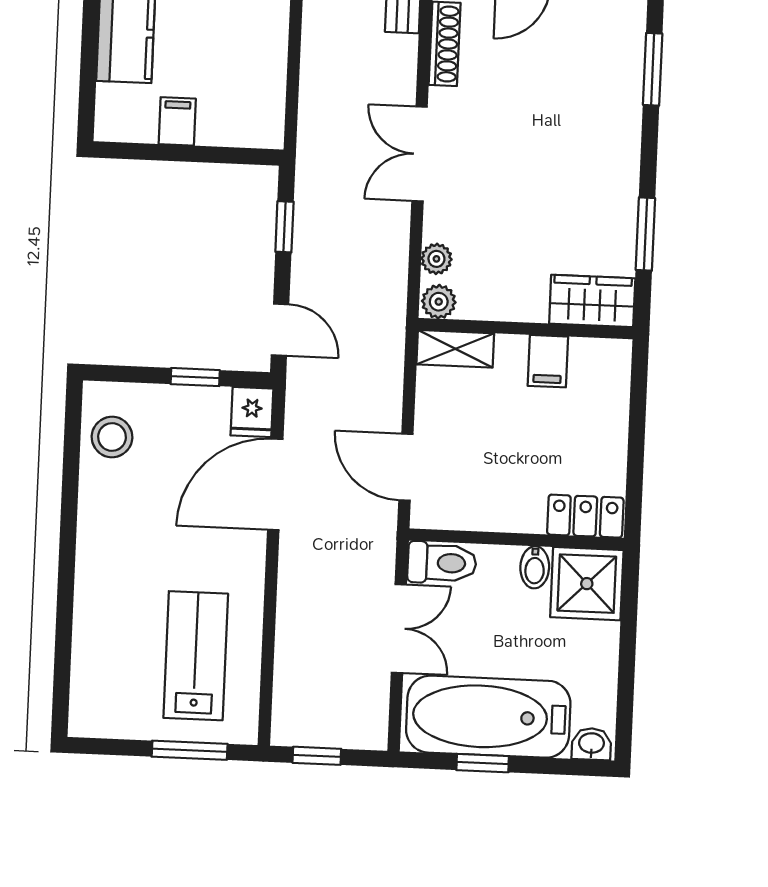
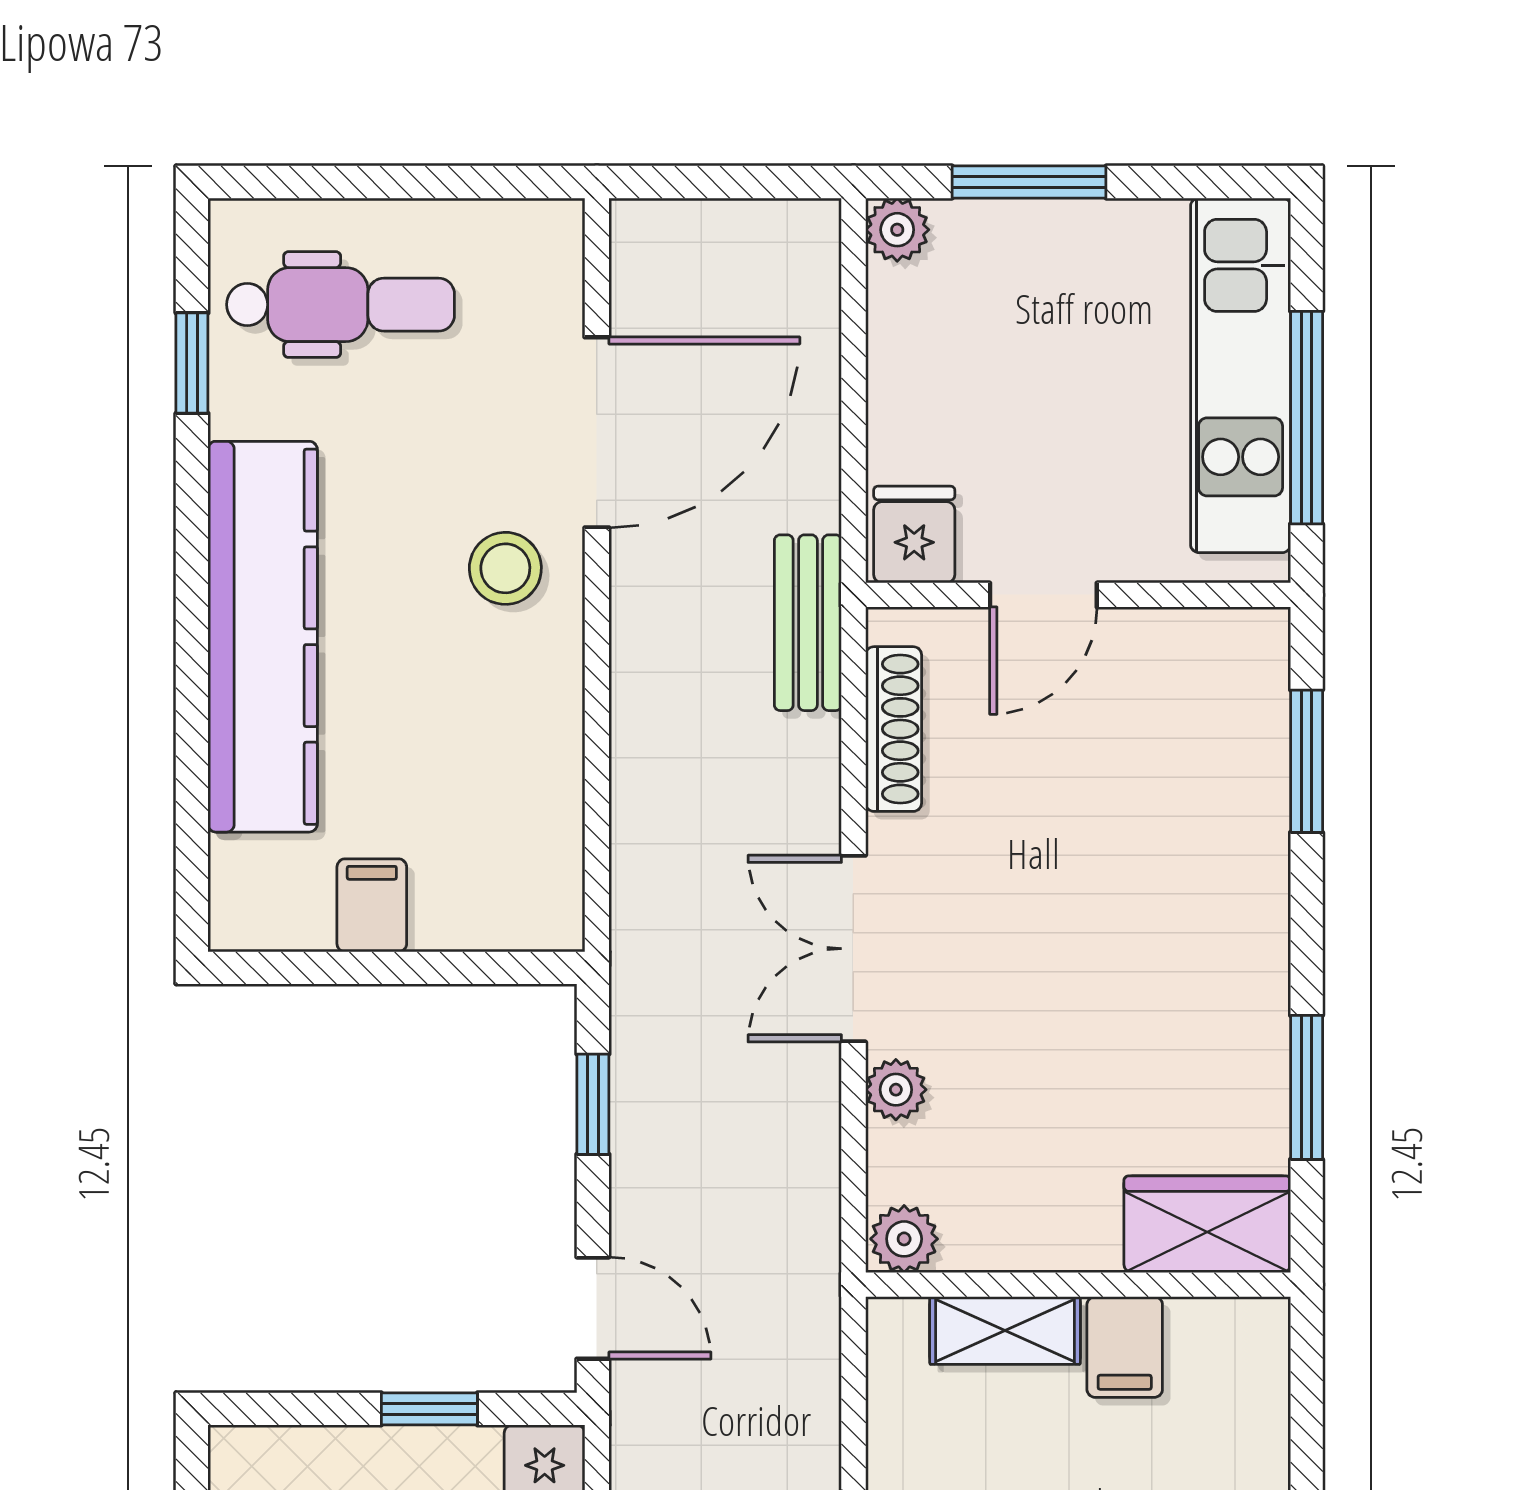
plant: (436, 259) -> (896, 1090), moved
shelving: (455, 349) -> (1005, 1331), moved

